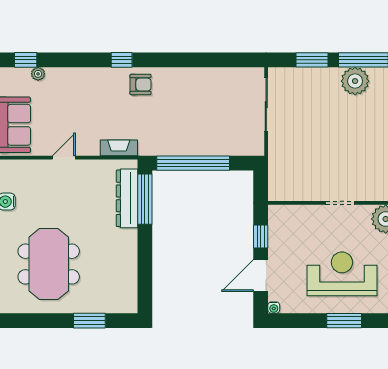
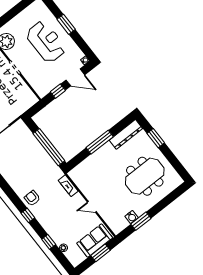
window: (26, 60) -> (49, 242), moved
dresser: (127, 198) -> (126, 134), moved
window: (145, 199) -> (100, 142), moved
reception desk: (342, 274) -> (46, 42), turned 180

